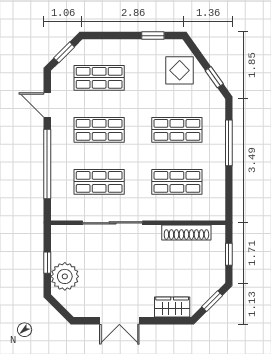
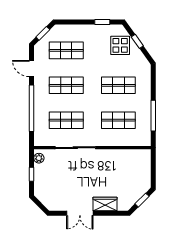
window: (214, 77) -> (137, 41), moved
window: (229, 143) -> (153, 116), moved
shoe rack: (186, 233) -> (125, 154), removed
window: (229, 254) -> (153, 169), removed
plant: (65, 276) -> (39, 158), moved, width x0.53, depth x0.53
wardrobe: (172, 307) -> (105, 204), moved

